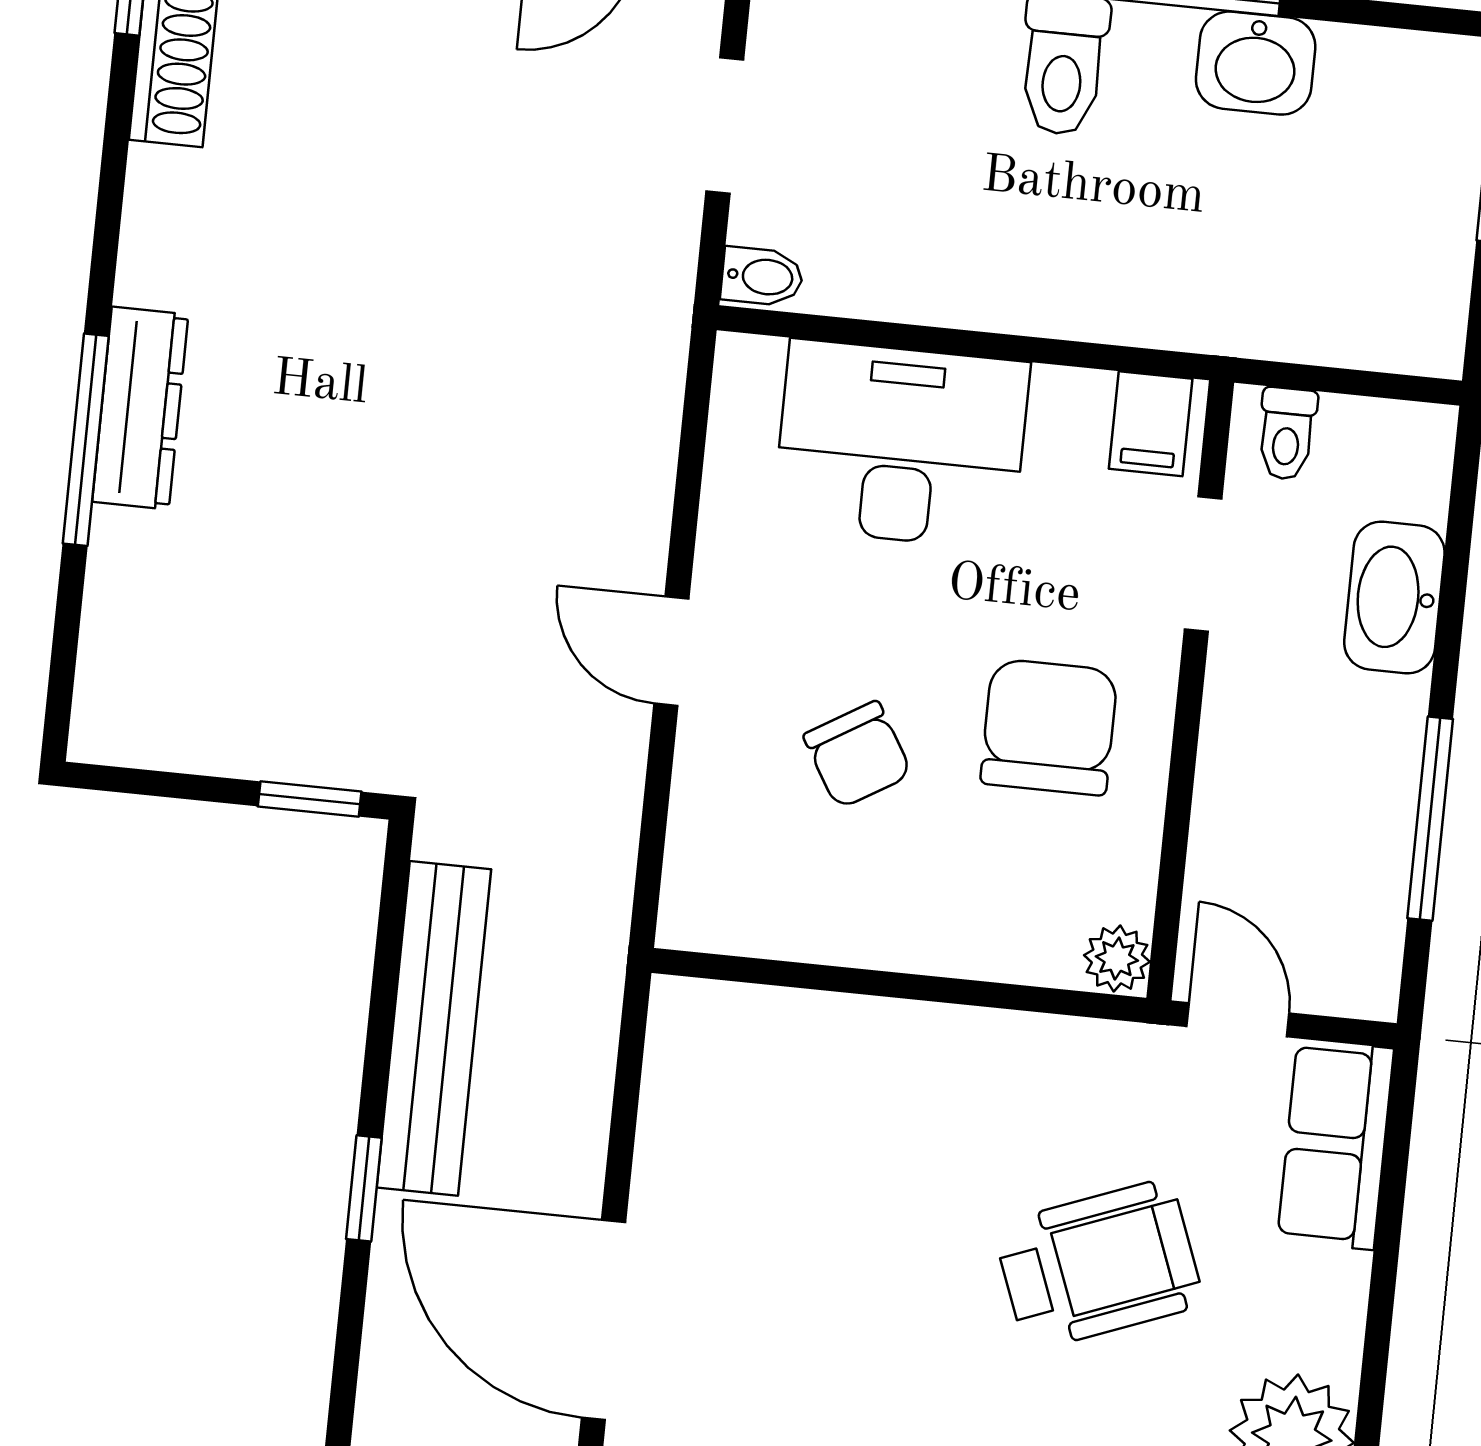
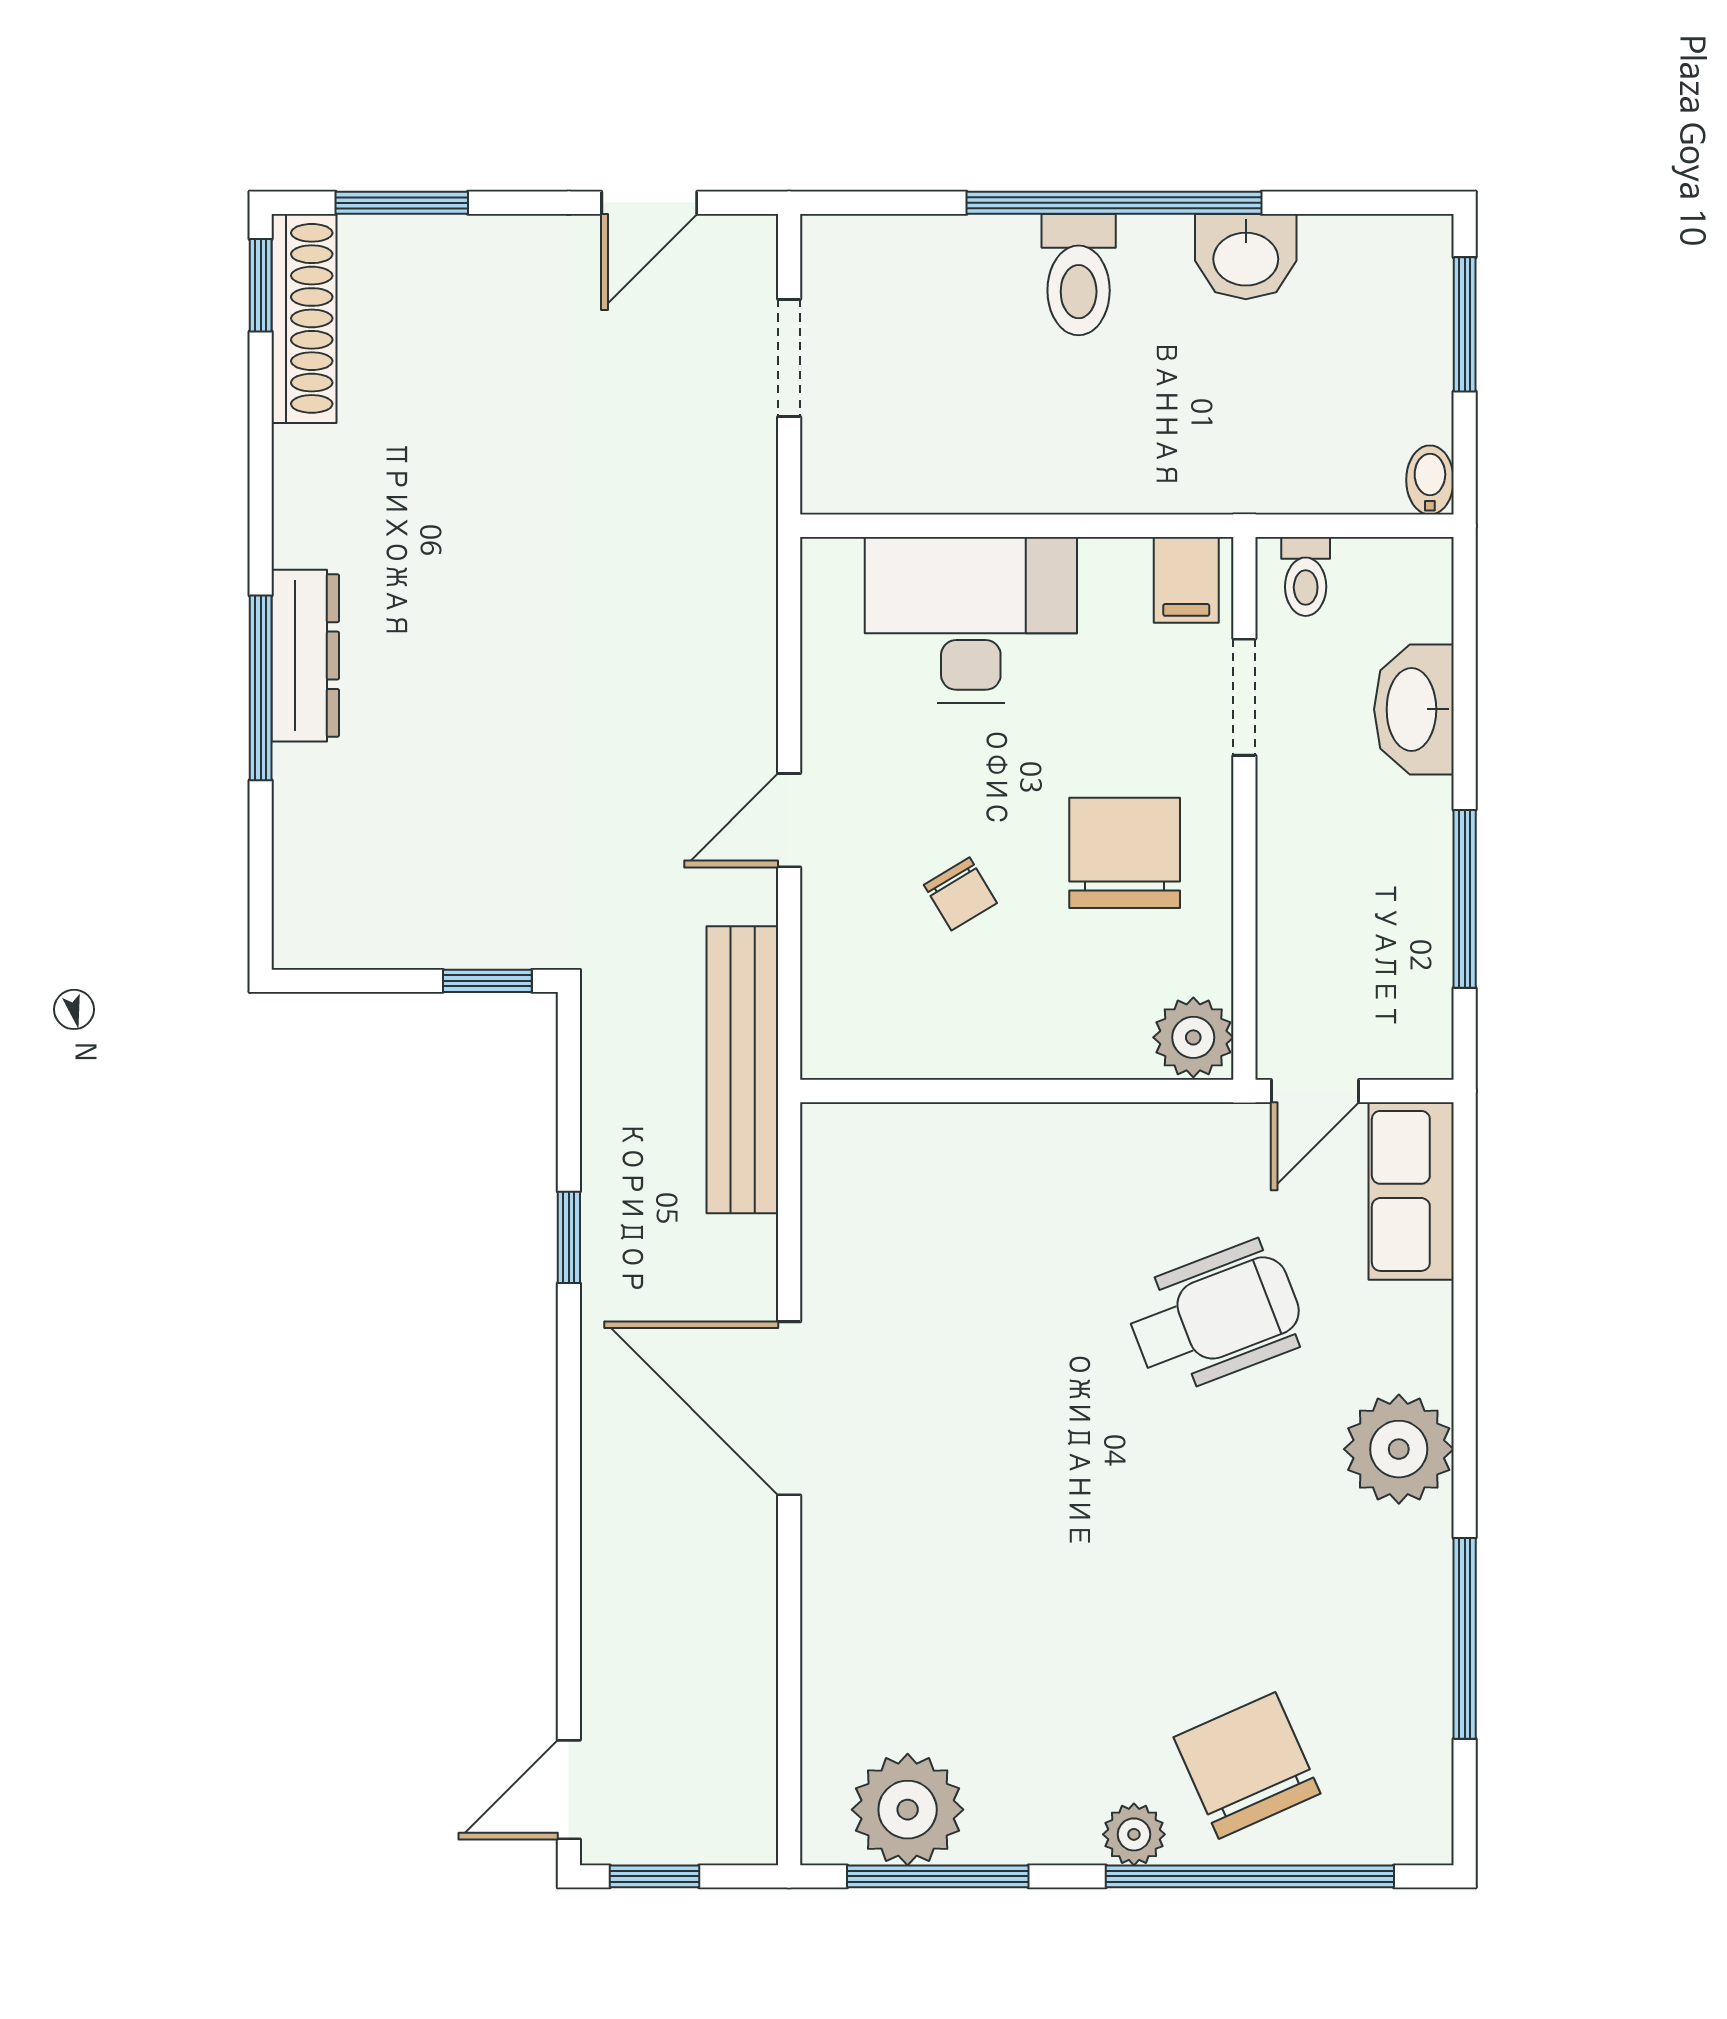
bidet: (762, 277) -> (1430, 480), moved, turned -90
door: (671, 651) -> (789, 820), hinge flipped
chair: (858, 755) -> (960, 894), width x0.73, depth x0.73
plant: (1117, 959) -> (1193, 1037), width x1.38, depth x1.38
door: (1238, 1020) -> (1315, 1091), swing flipped
bench: (434, 1028) -> (742, 1070), moved
window: (364, 1188) -> (569, 1237), moved

